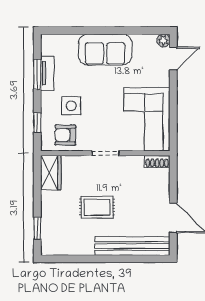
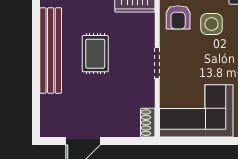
armchair: (65, 135) -> (178, 17), turned 180
bench: (132, 246) -> (51, 50), moved

